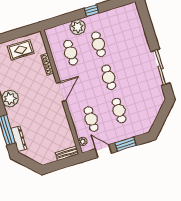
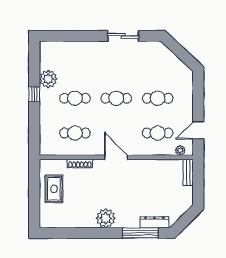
plant: (78, 27) -> (48, 79), moved
sliding door: (160, 67) -> (123, 36), width x0.73
window: (126, 144) -> (198, 103), removed

